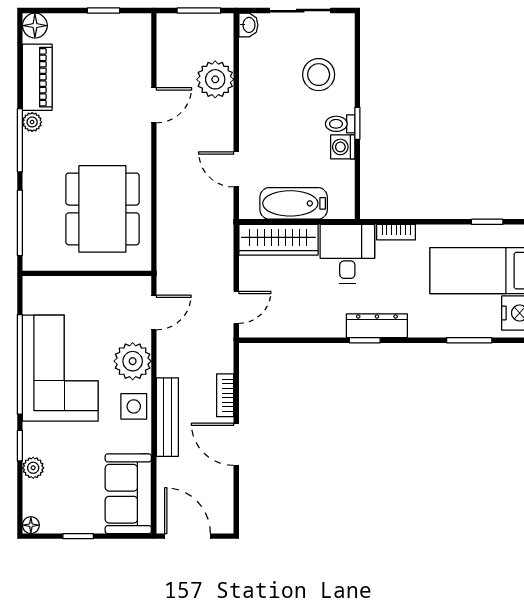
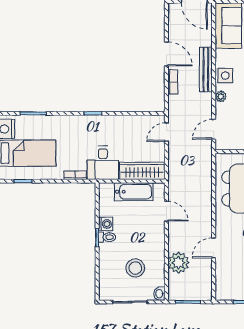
stool: (319, 75) -> (135, 268), moved
dresser: (377, 326) -> (86, 122), removed
plant: (133, 361) -> (221, 96), width x0.53, depth x0.53

